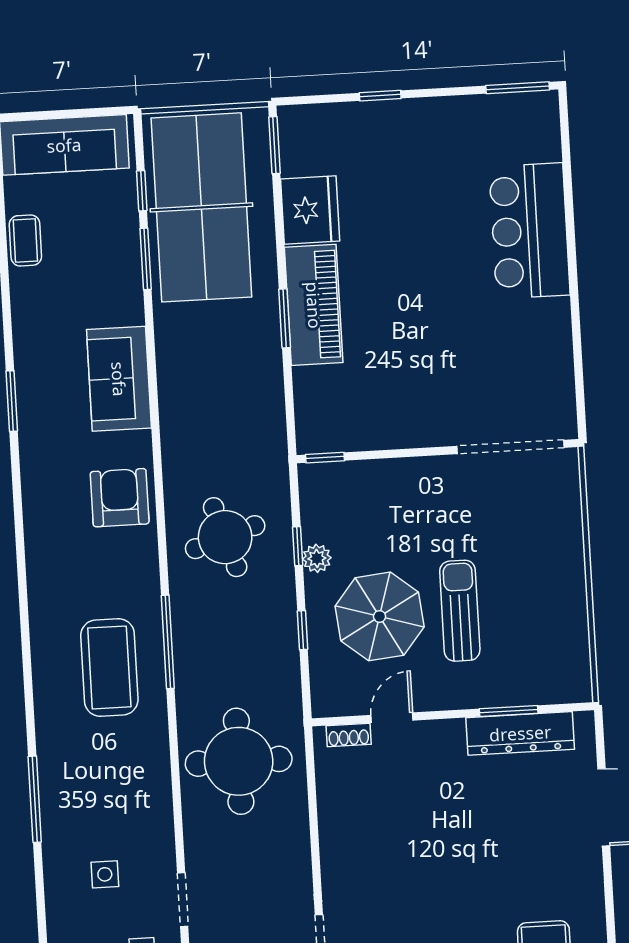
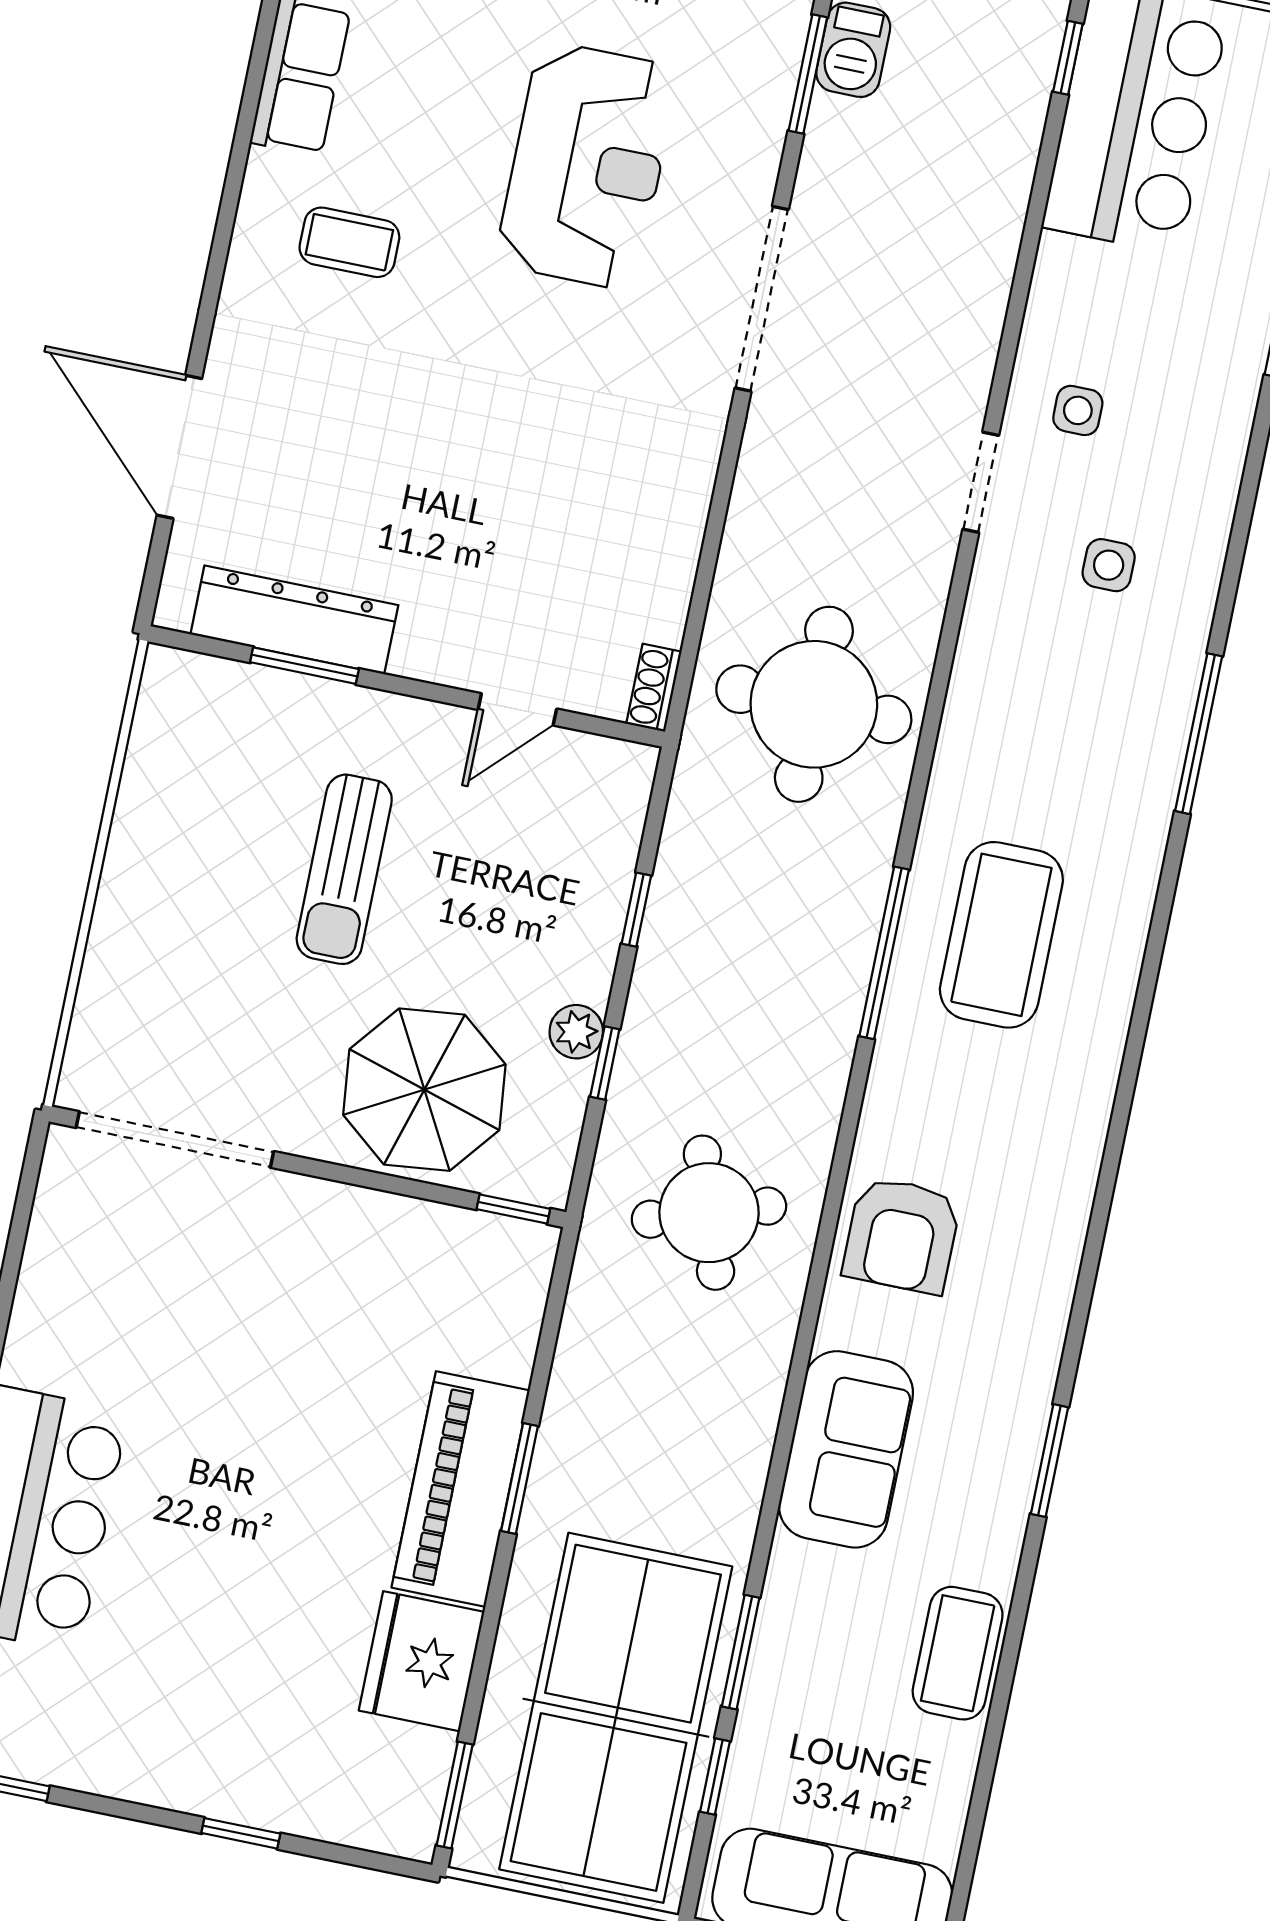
coffee table: (25, 240) -> (958, 1653), moved, width x1.36, depth x1.30
round table: (225, 537) -> (709, 1213), moved
parasol: (380, 616) -> (424, 1090), moved
shoe rack: (349, 735) -> (654, 688), moved, turned -90

